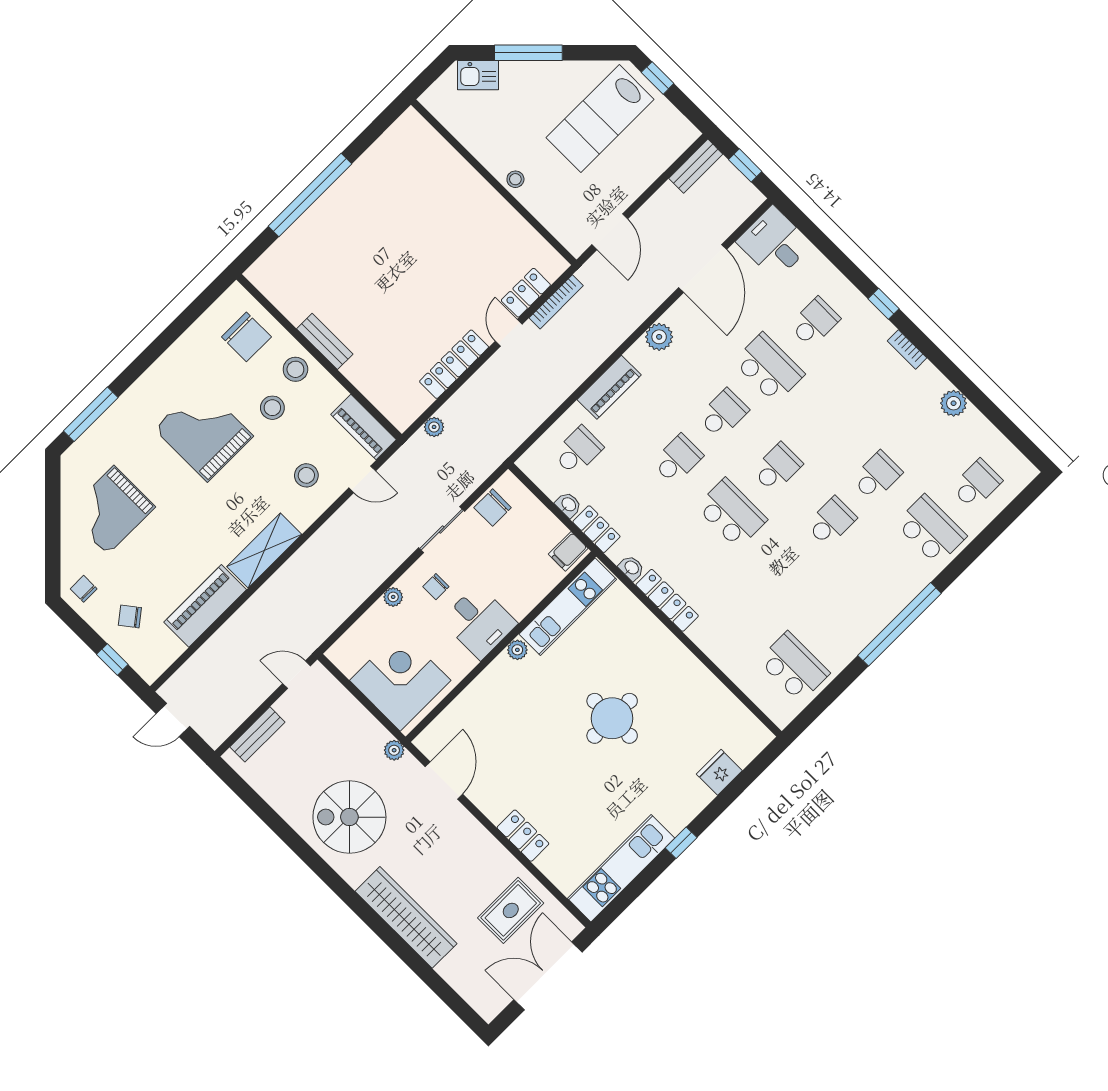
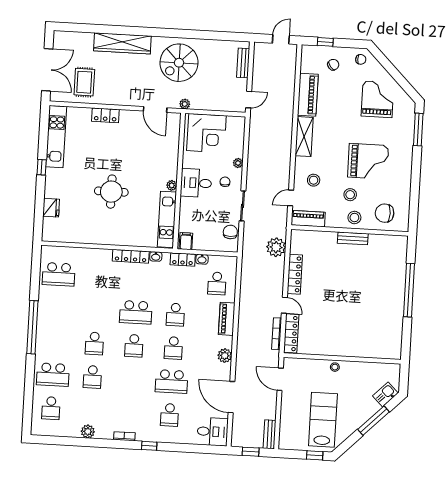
locker: (526, 293) -> (291, 333), width x1.53
plant: (434, 427) -> (276, 247), width x1.88, depth x1.88
spiral stairs: (349, 817) -> (179, 63), turned 180

